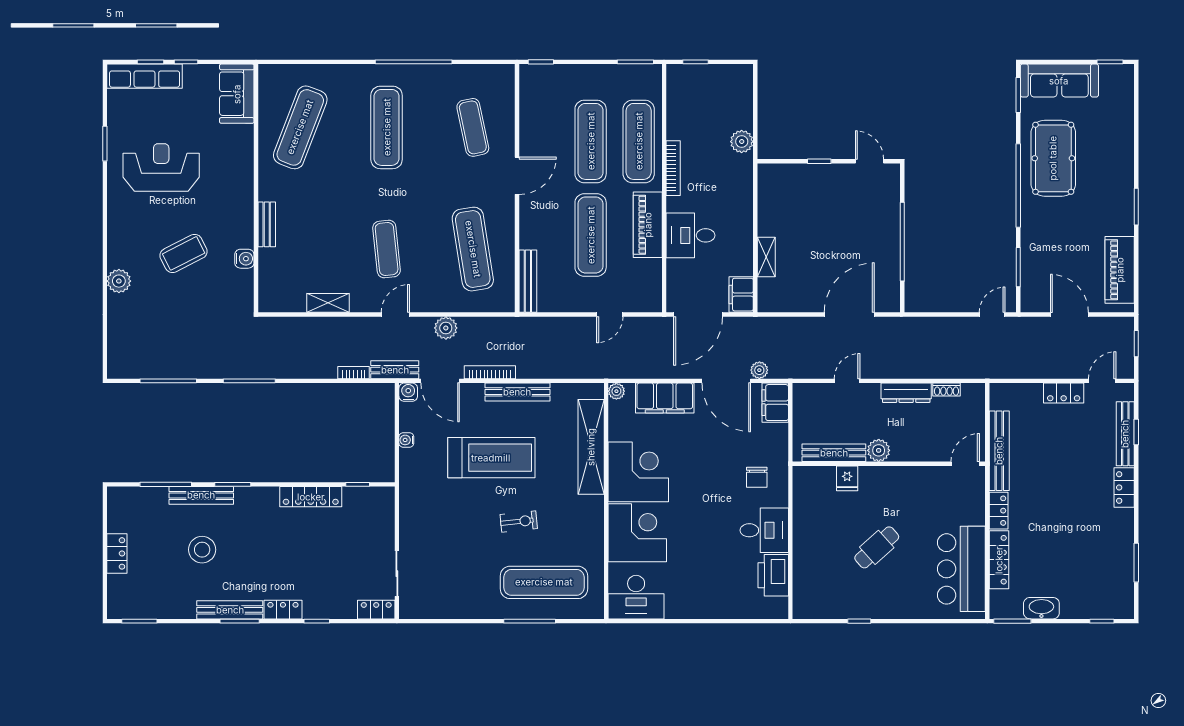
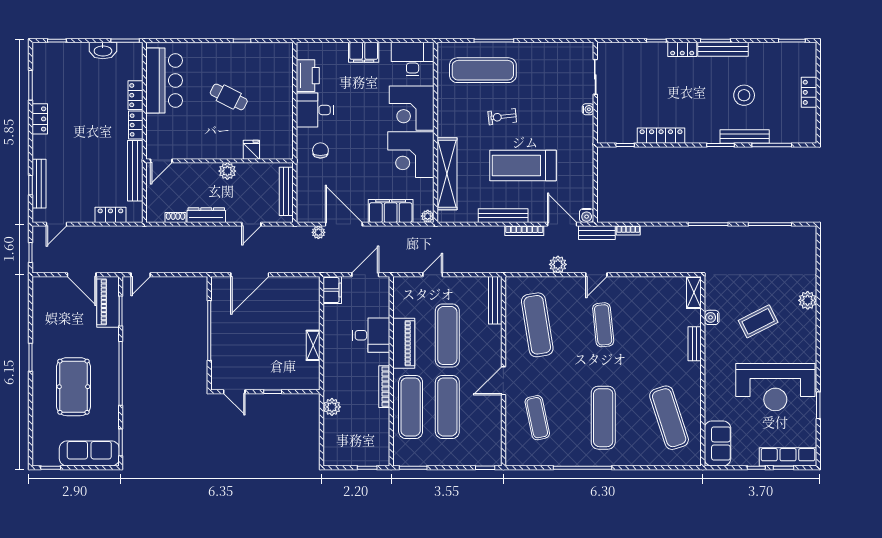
exercise mat: (300, 127) -> (669, 418), turned -39
pool table: (1053, 158) -> (73, 387), moved
reception desk: (161, 167) -> (775, 387), width x1.36, depth x1.30
shelving: (766, 257) -> (313, 345), moved
piano: (1120, 270) -> (108, 302), moved, turned 180
shelving: (328, 303) -> (694, 292), moved, turned 90
door: (698, 315) -> (365, 275), width x0.73
locker: (1064, 393) -> (110, 215), moved
filing cabinet: (775, 403) -> (364, 52), moved, turned 90
water cooler: (406, 440) -> (588, 109), moved
bench: (834, 453) -> (286, 191), moved, turned 90
locker: (1124, 487) -> (40, 119), moved
cafe table: (877, 547) -> (229, 97), turned 69
locker: (999, 560) -> (135, 95), width x0.66
locker: (376, 610) -> (611, 49), removed

